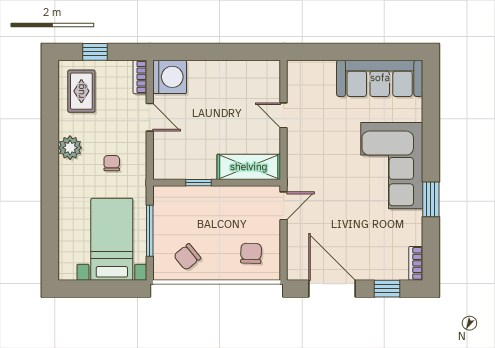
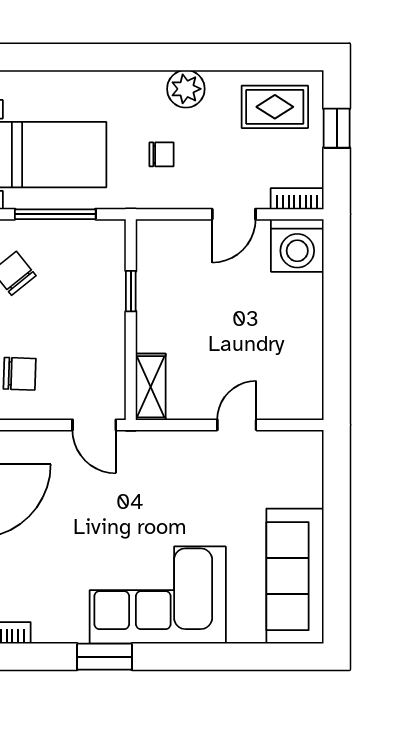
shelving: (249, 167) -> (151, 387), width x0.67, depth x0.75

